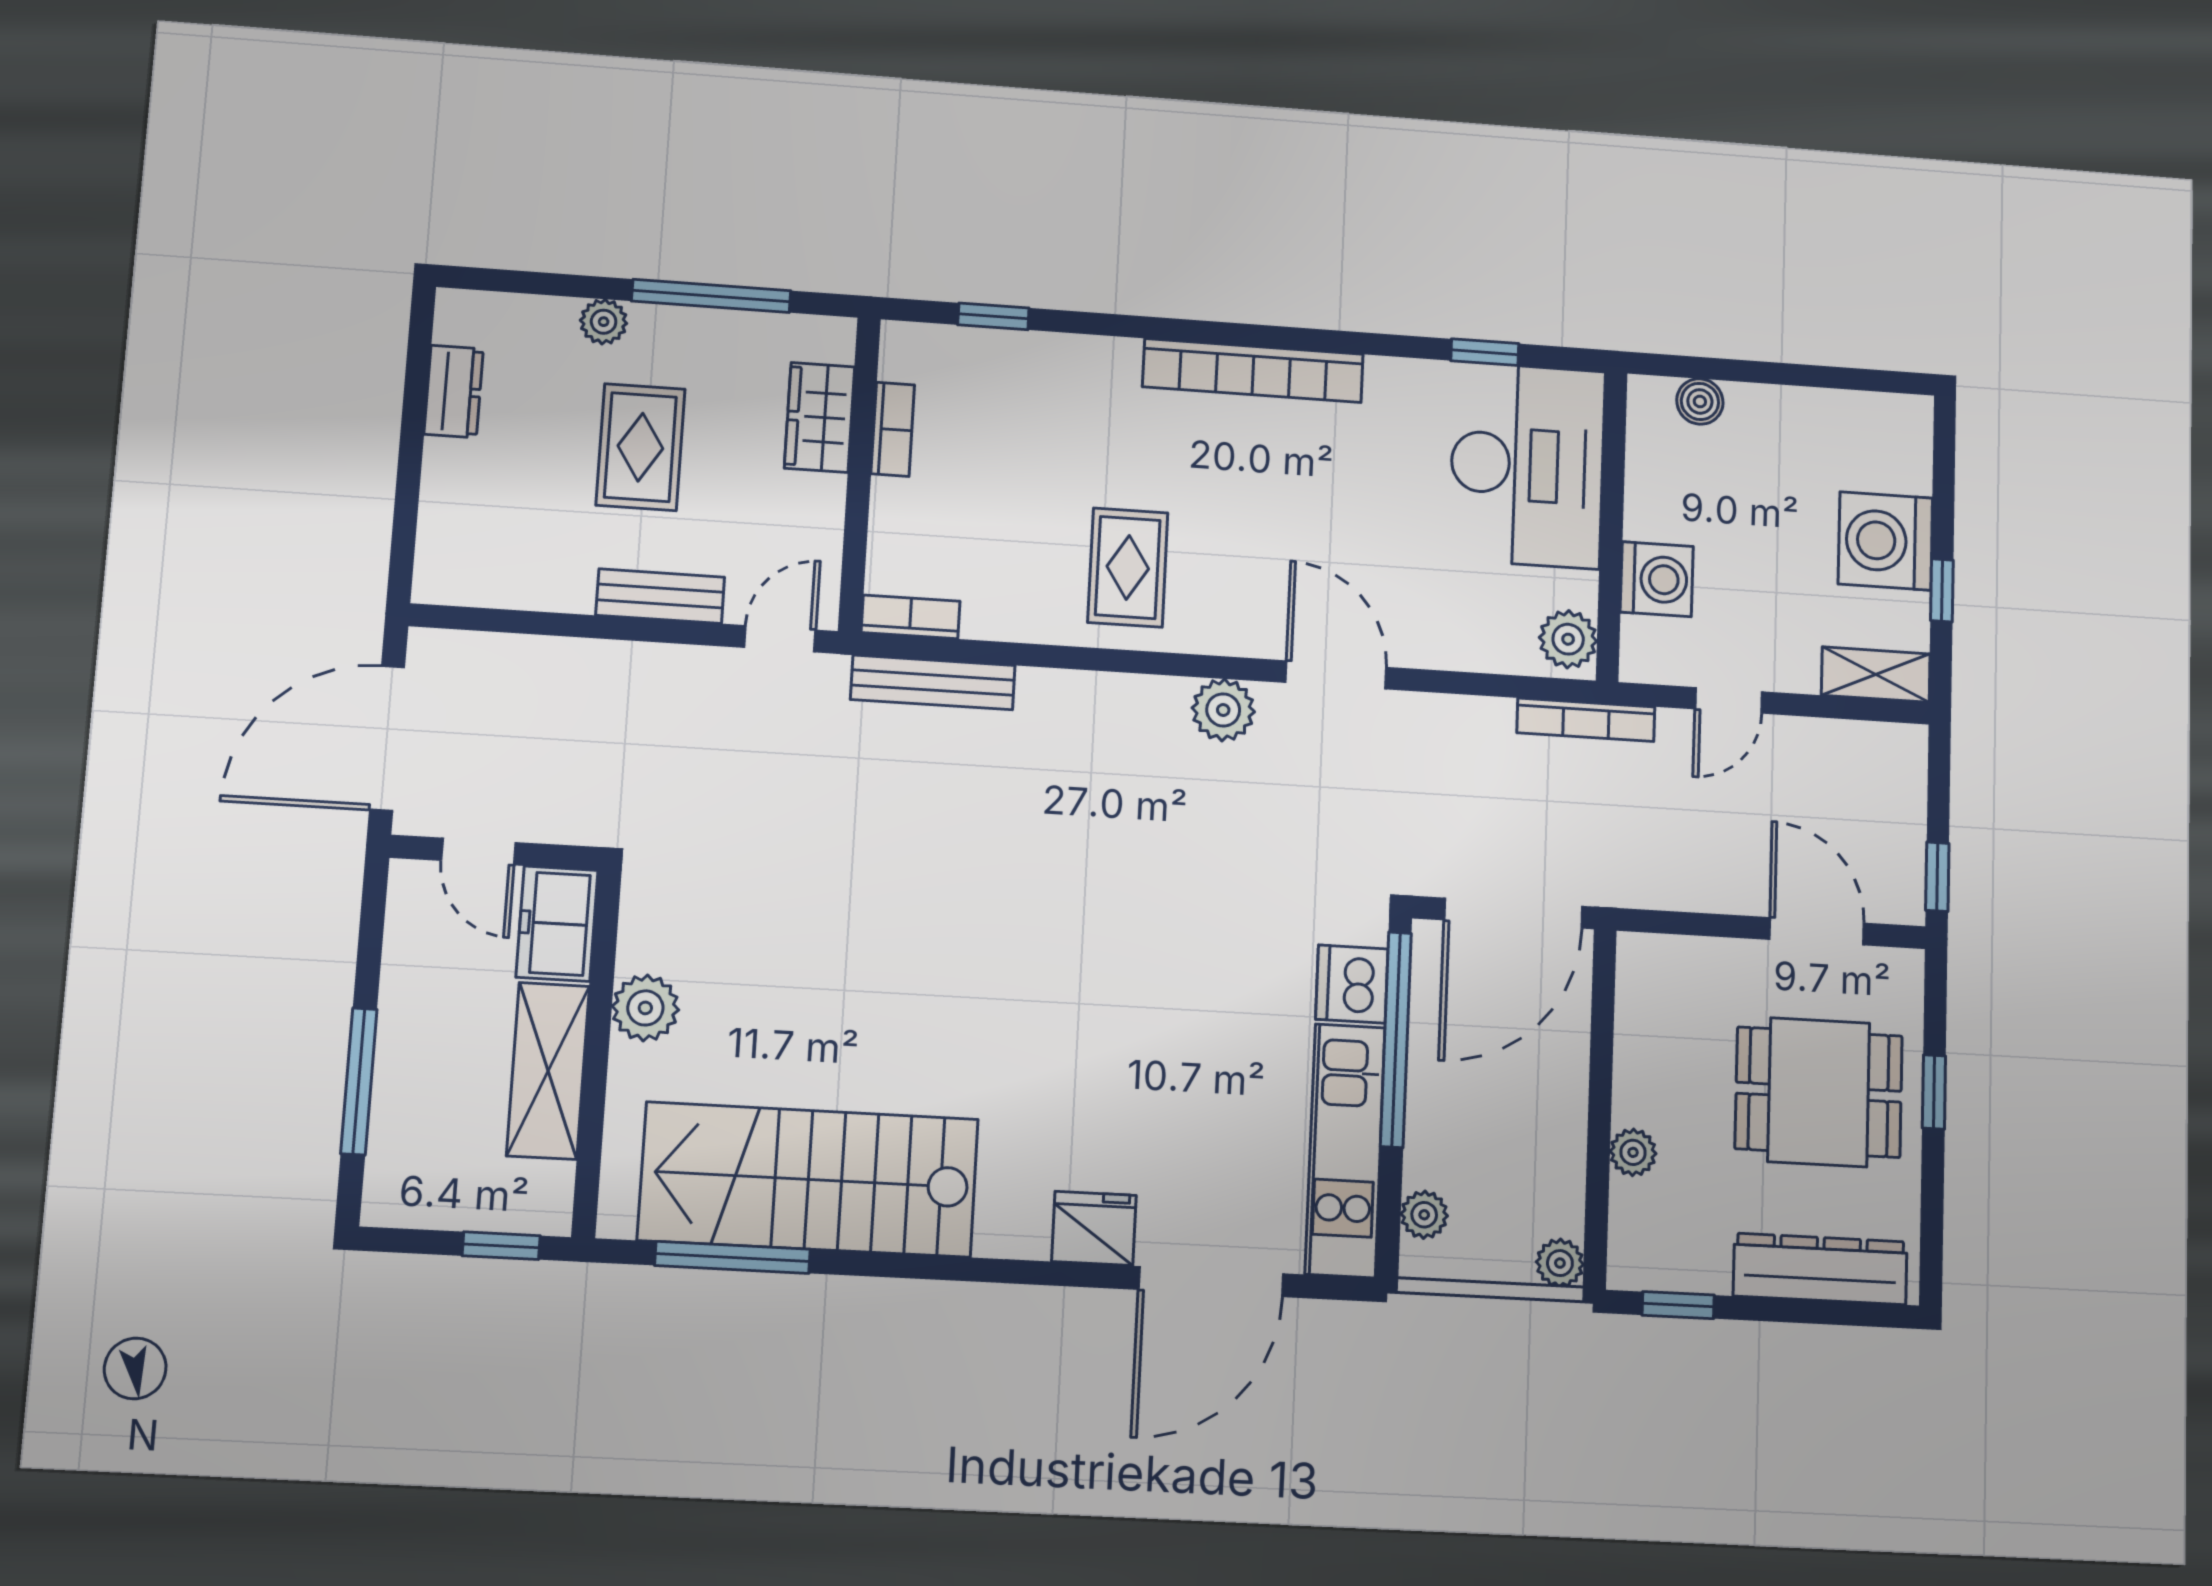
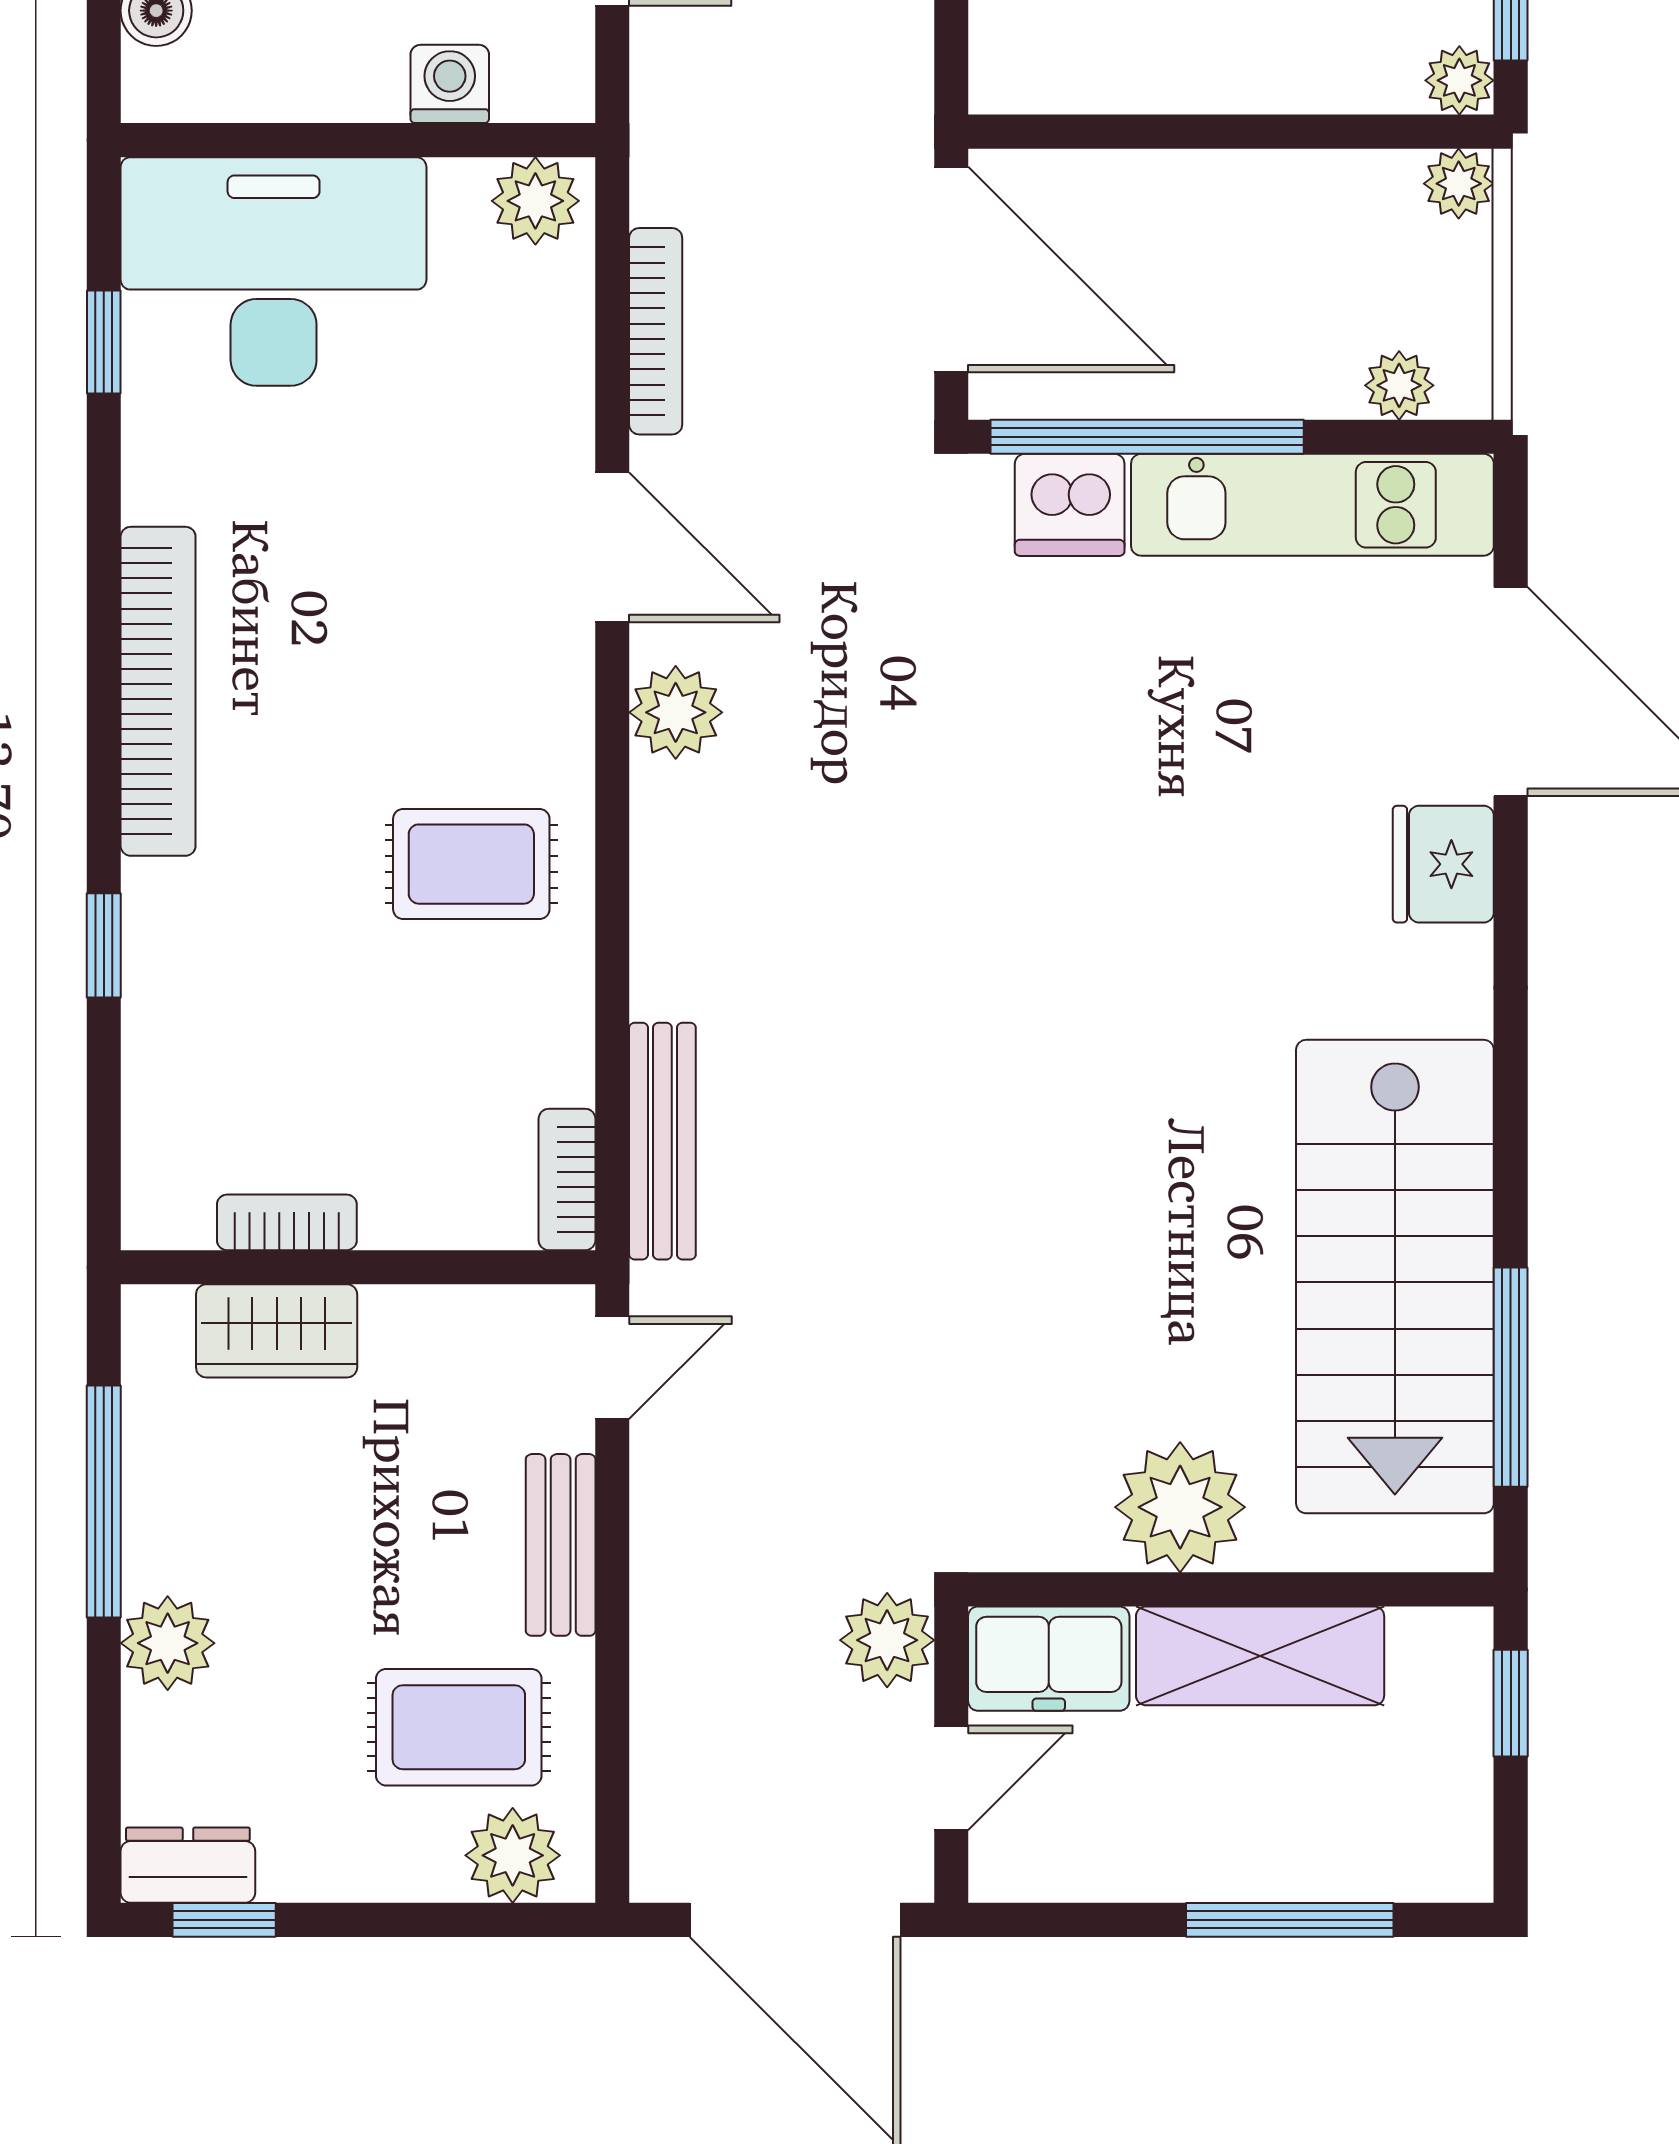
window: (993, 316) -> (104, 945), moved
plant: (604, 322) -> (168, 1643), width x1.38, depth x1.38
window: (419, 354) -> (224, 1920), added
dresser: (454, 392) -> (188, 1865), moved
rug: (640, 447) -> (459, 1727), moved
plant: (448, 550) -> (513, 1855), added
washing machine: (1657, 579) -> (450, 84), width x0.73, depth x0.73
door: (780, 639) -> (612, 1368), swing flipped
door: (1336, 675) -> (612, 547), swing flipped
bookcase: (1586, 720) -> (656, 331), moved
plant: (578, 813) -> (887, 1640), added
plant: (645, 1008) -> (1180, 1507), width x1.36, depth x1.36
plant: (1633, 1152) -> (1459, 80), moved

